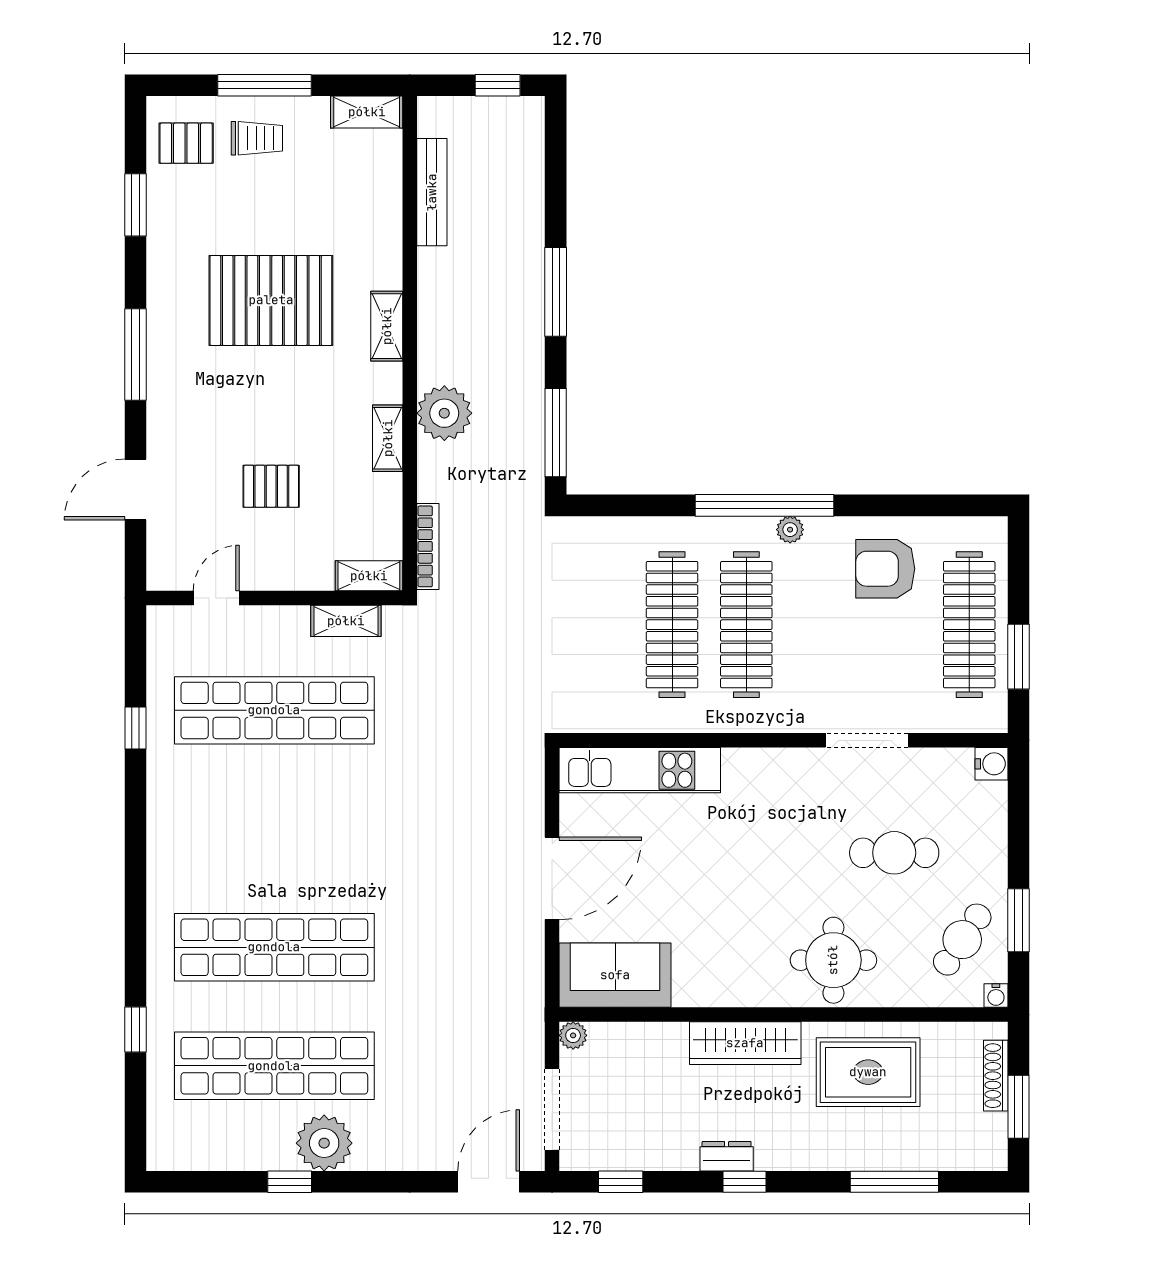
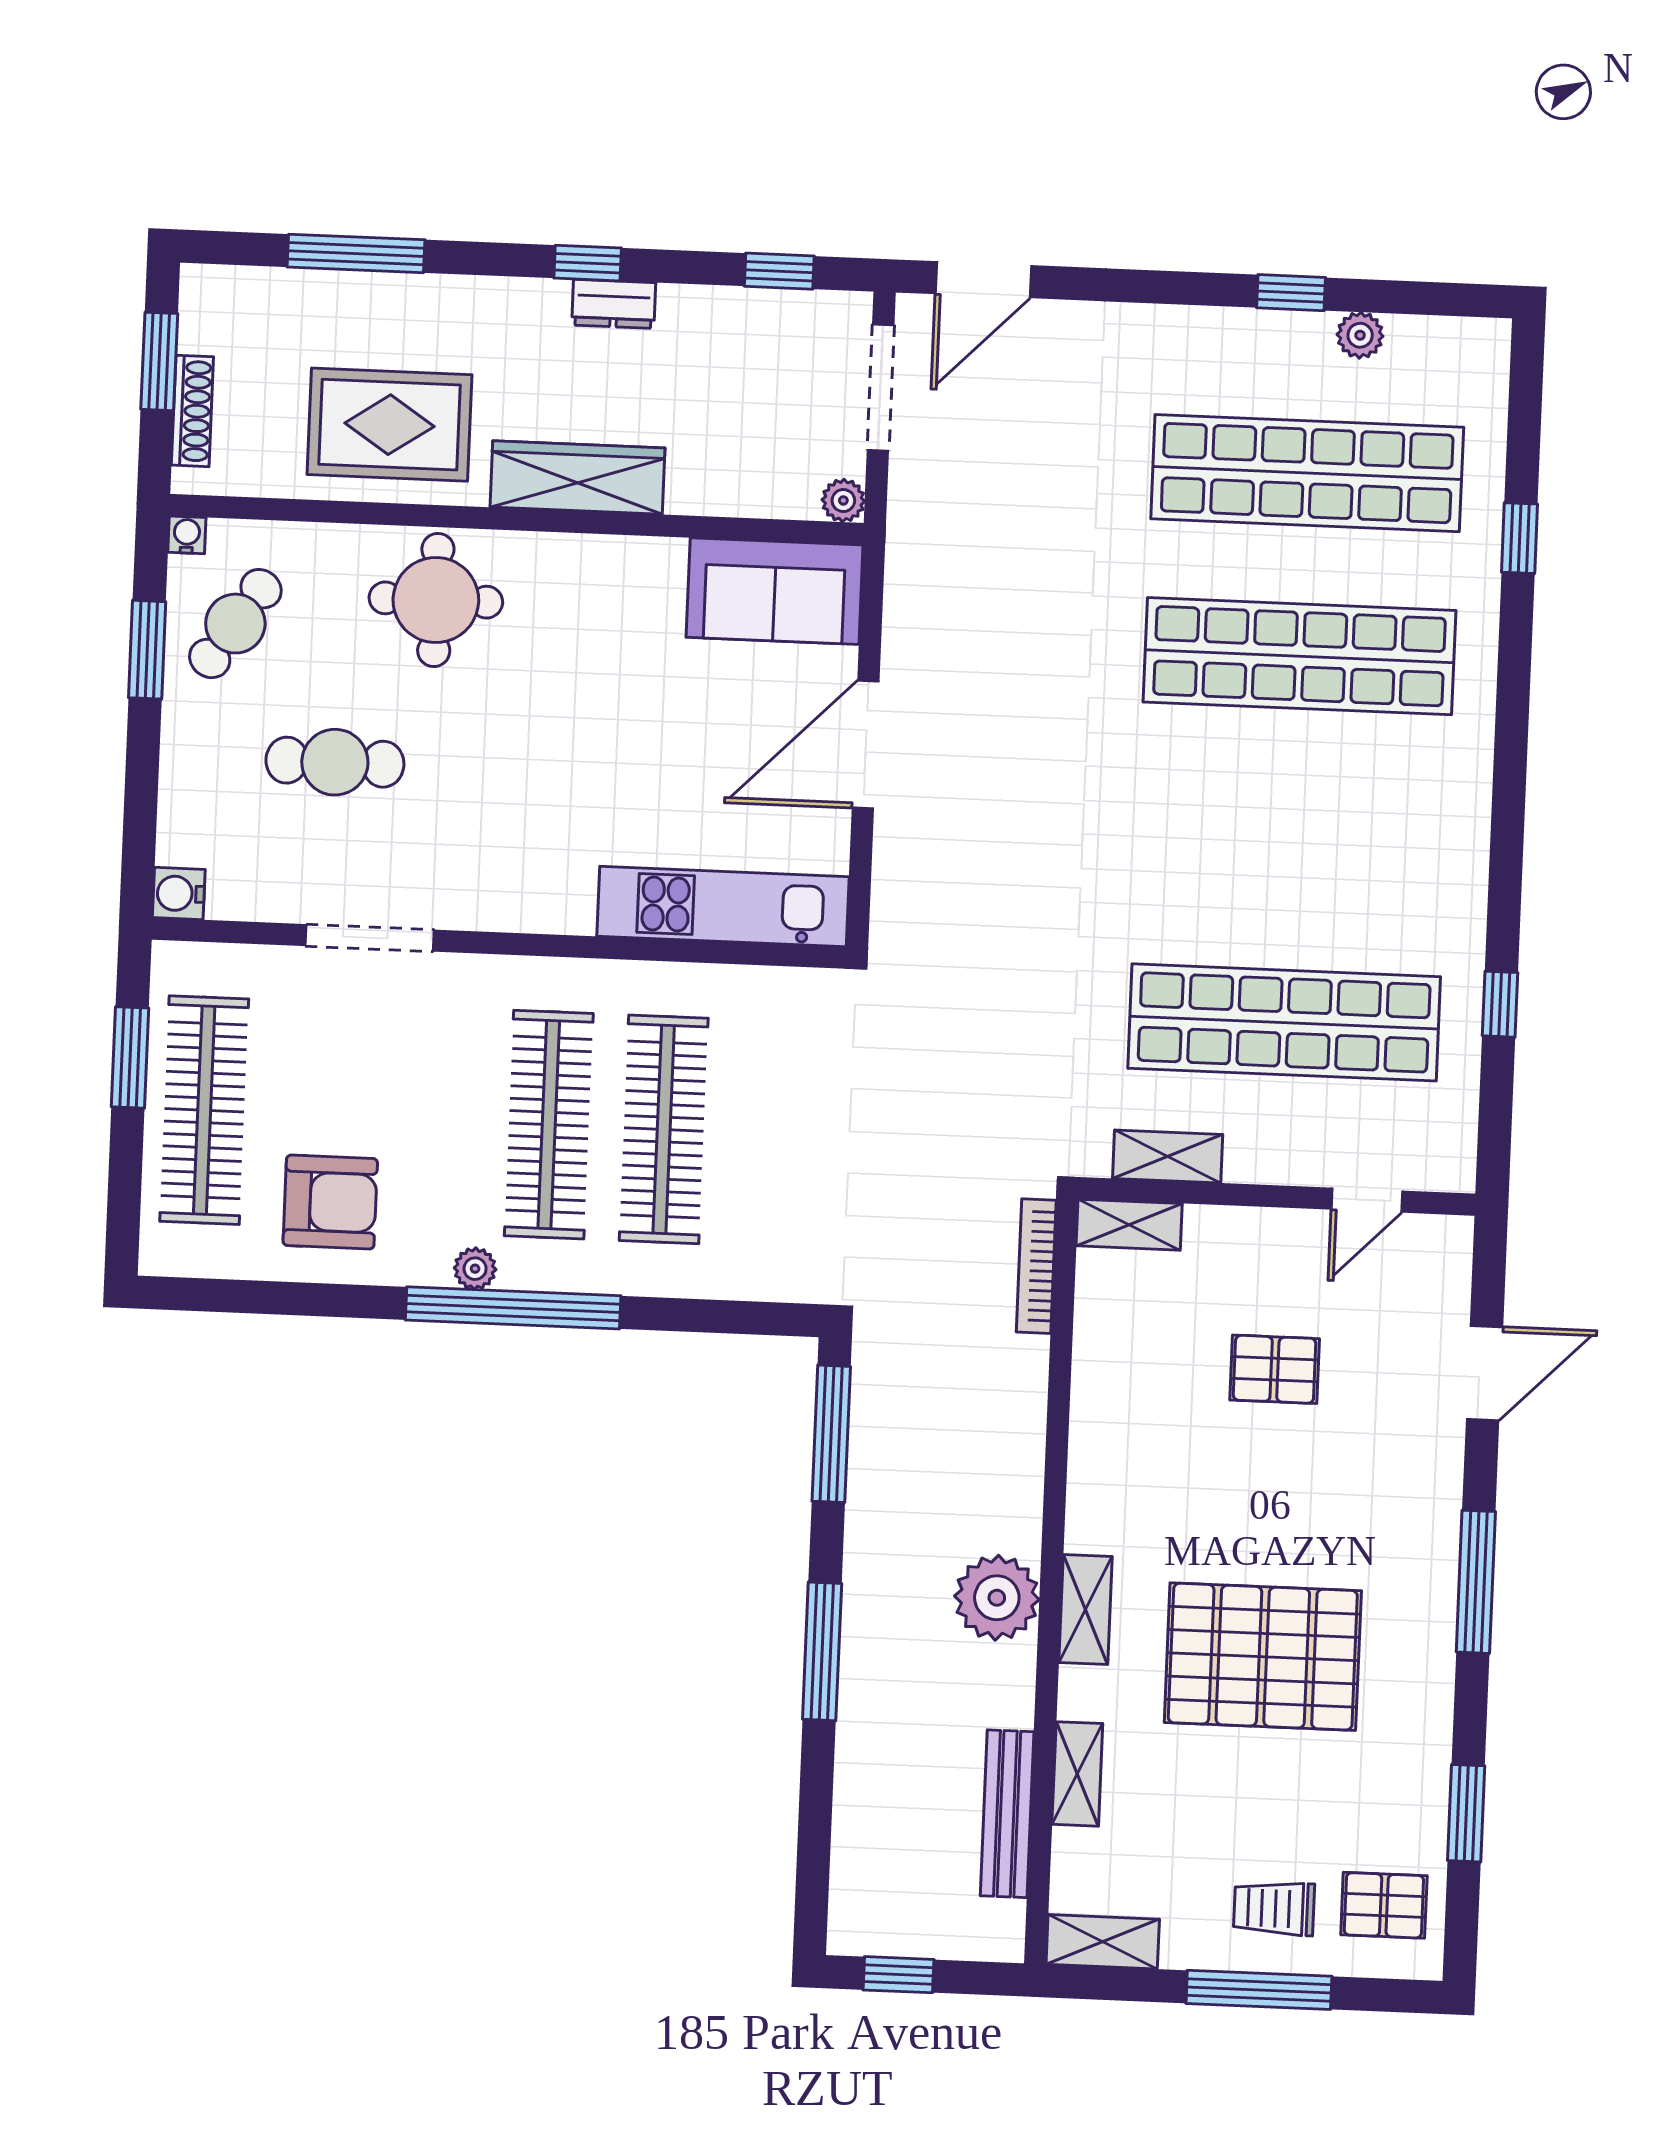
plant: (444, 413) -> (997, 1598), moved
shelving: (388, 438) -> (1077, 1774), moved
plant: (324, 1143) -> (1360, 335), moved, width x0.53, depth x0.53

